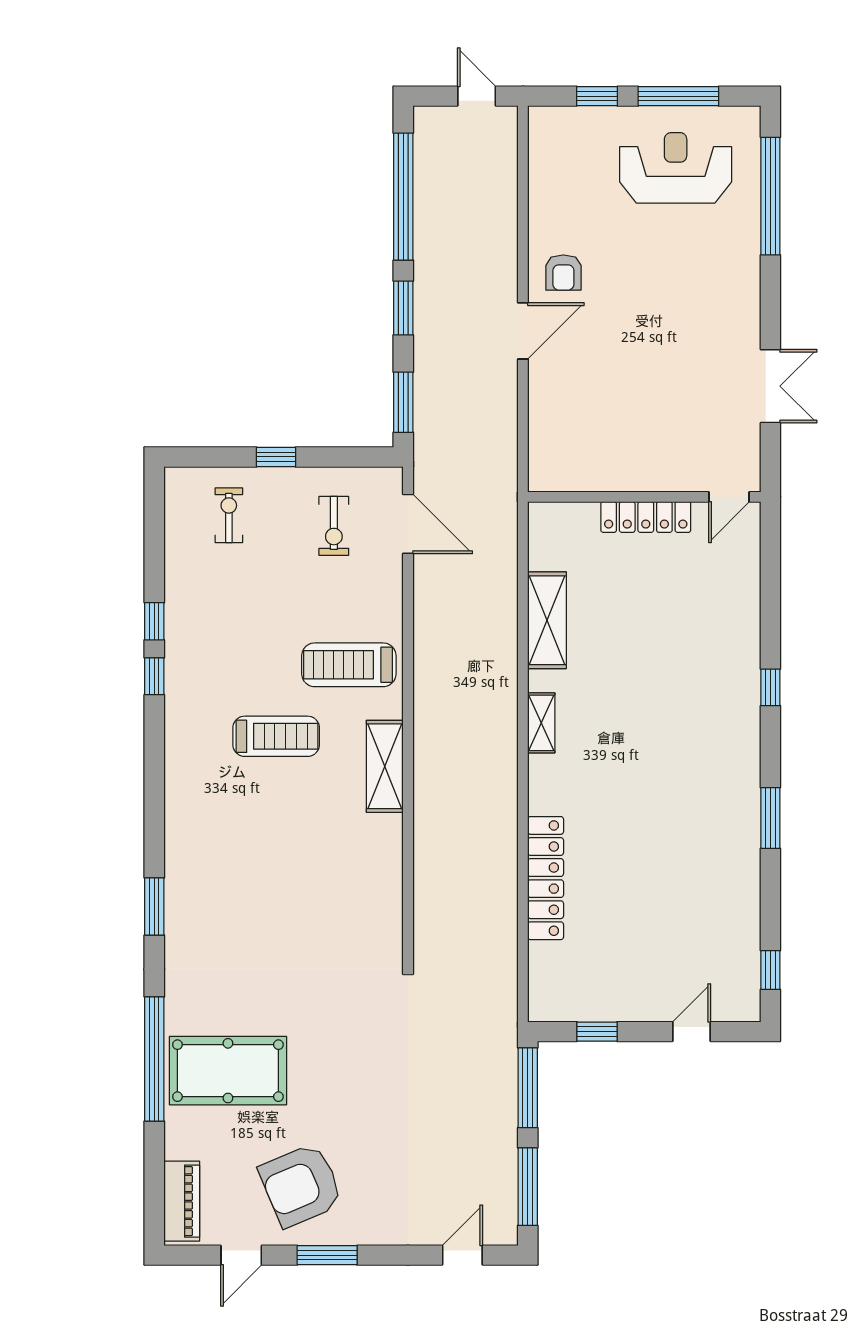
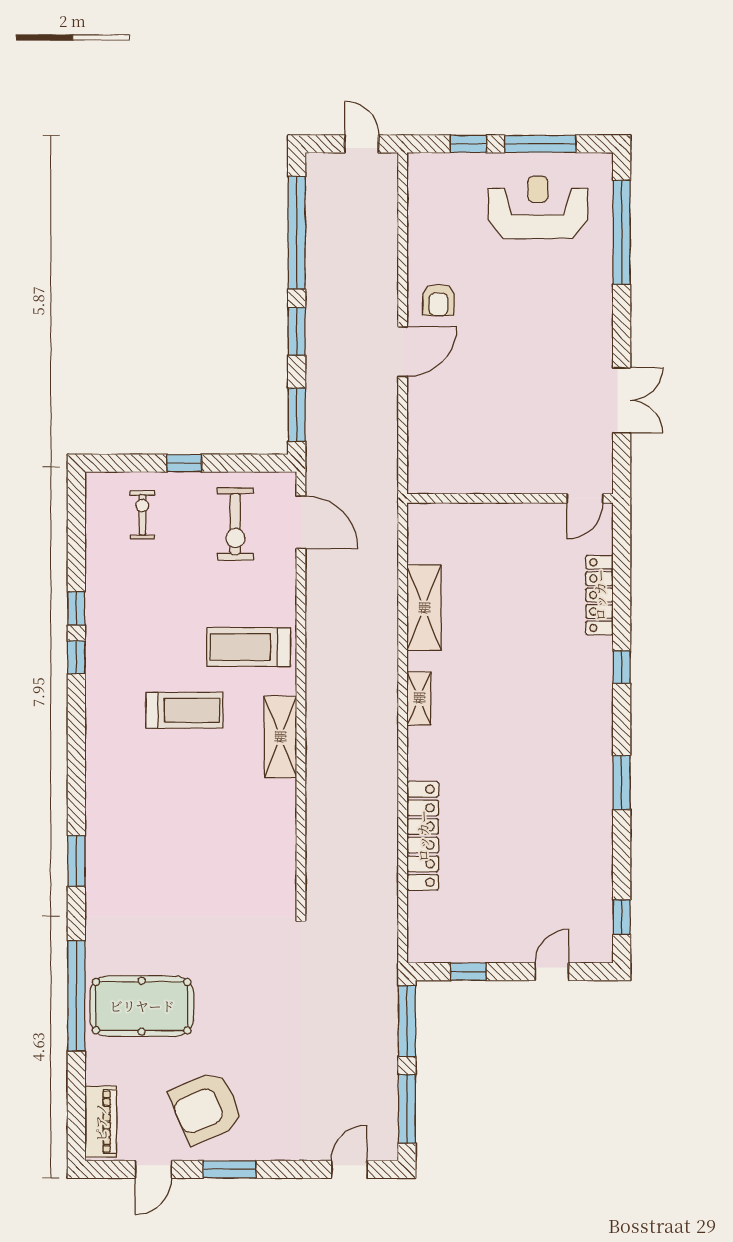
locker: (646, 517) -> (600, 595), moved, turned 90
exercise bike: (334, 526) -> (235, 524), width x1.38, depth x1.39

